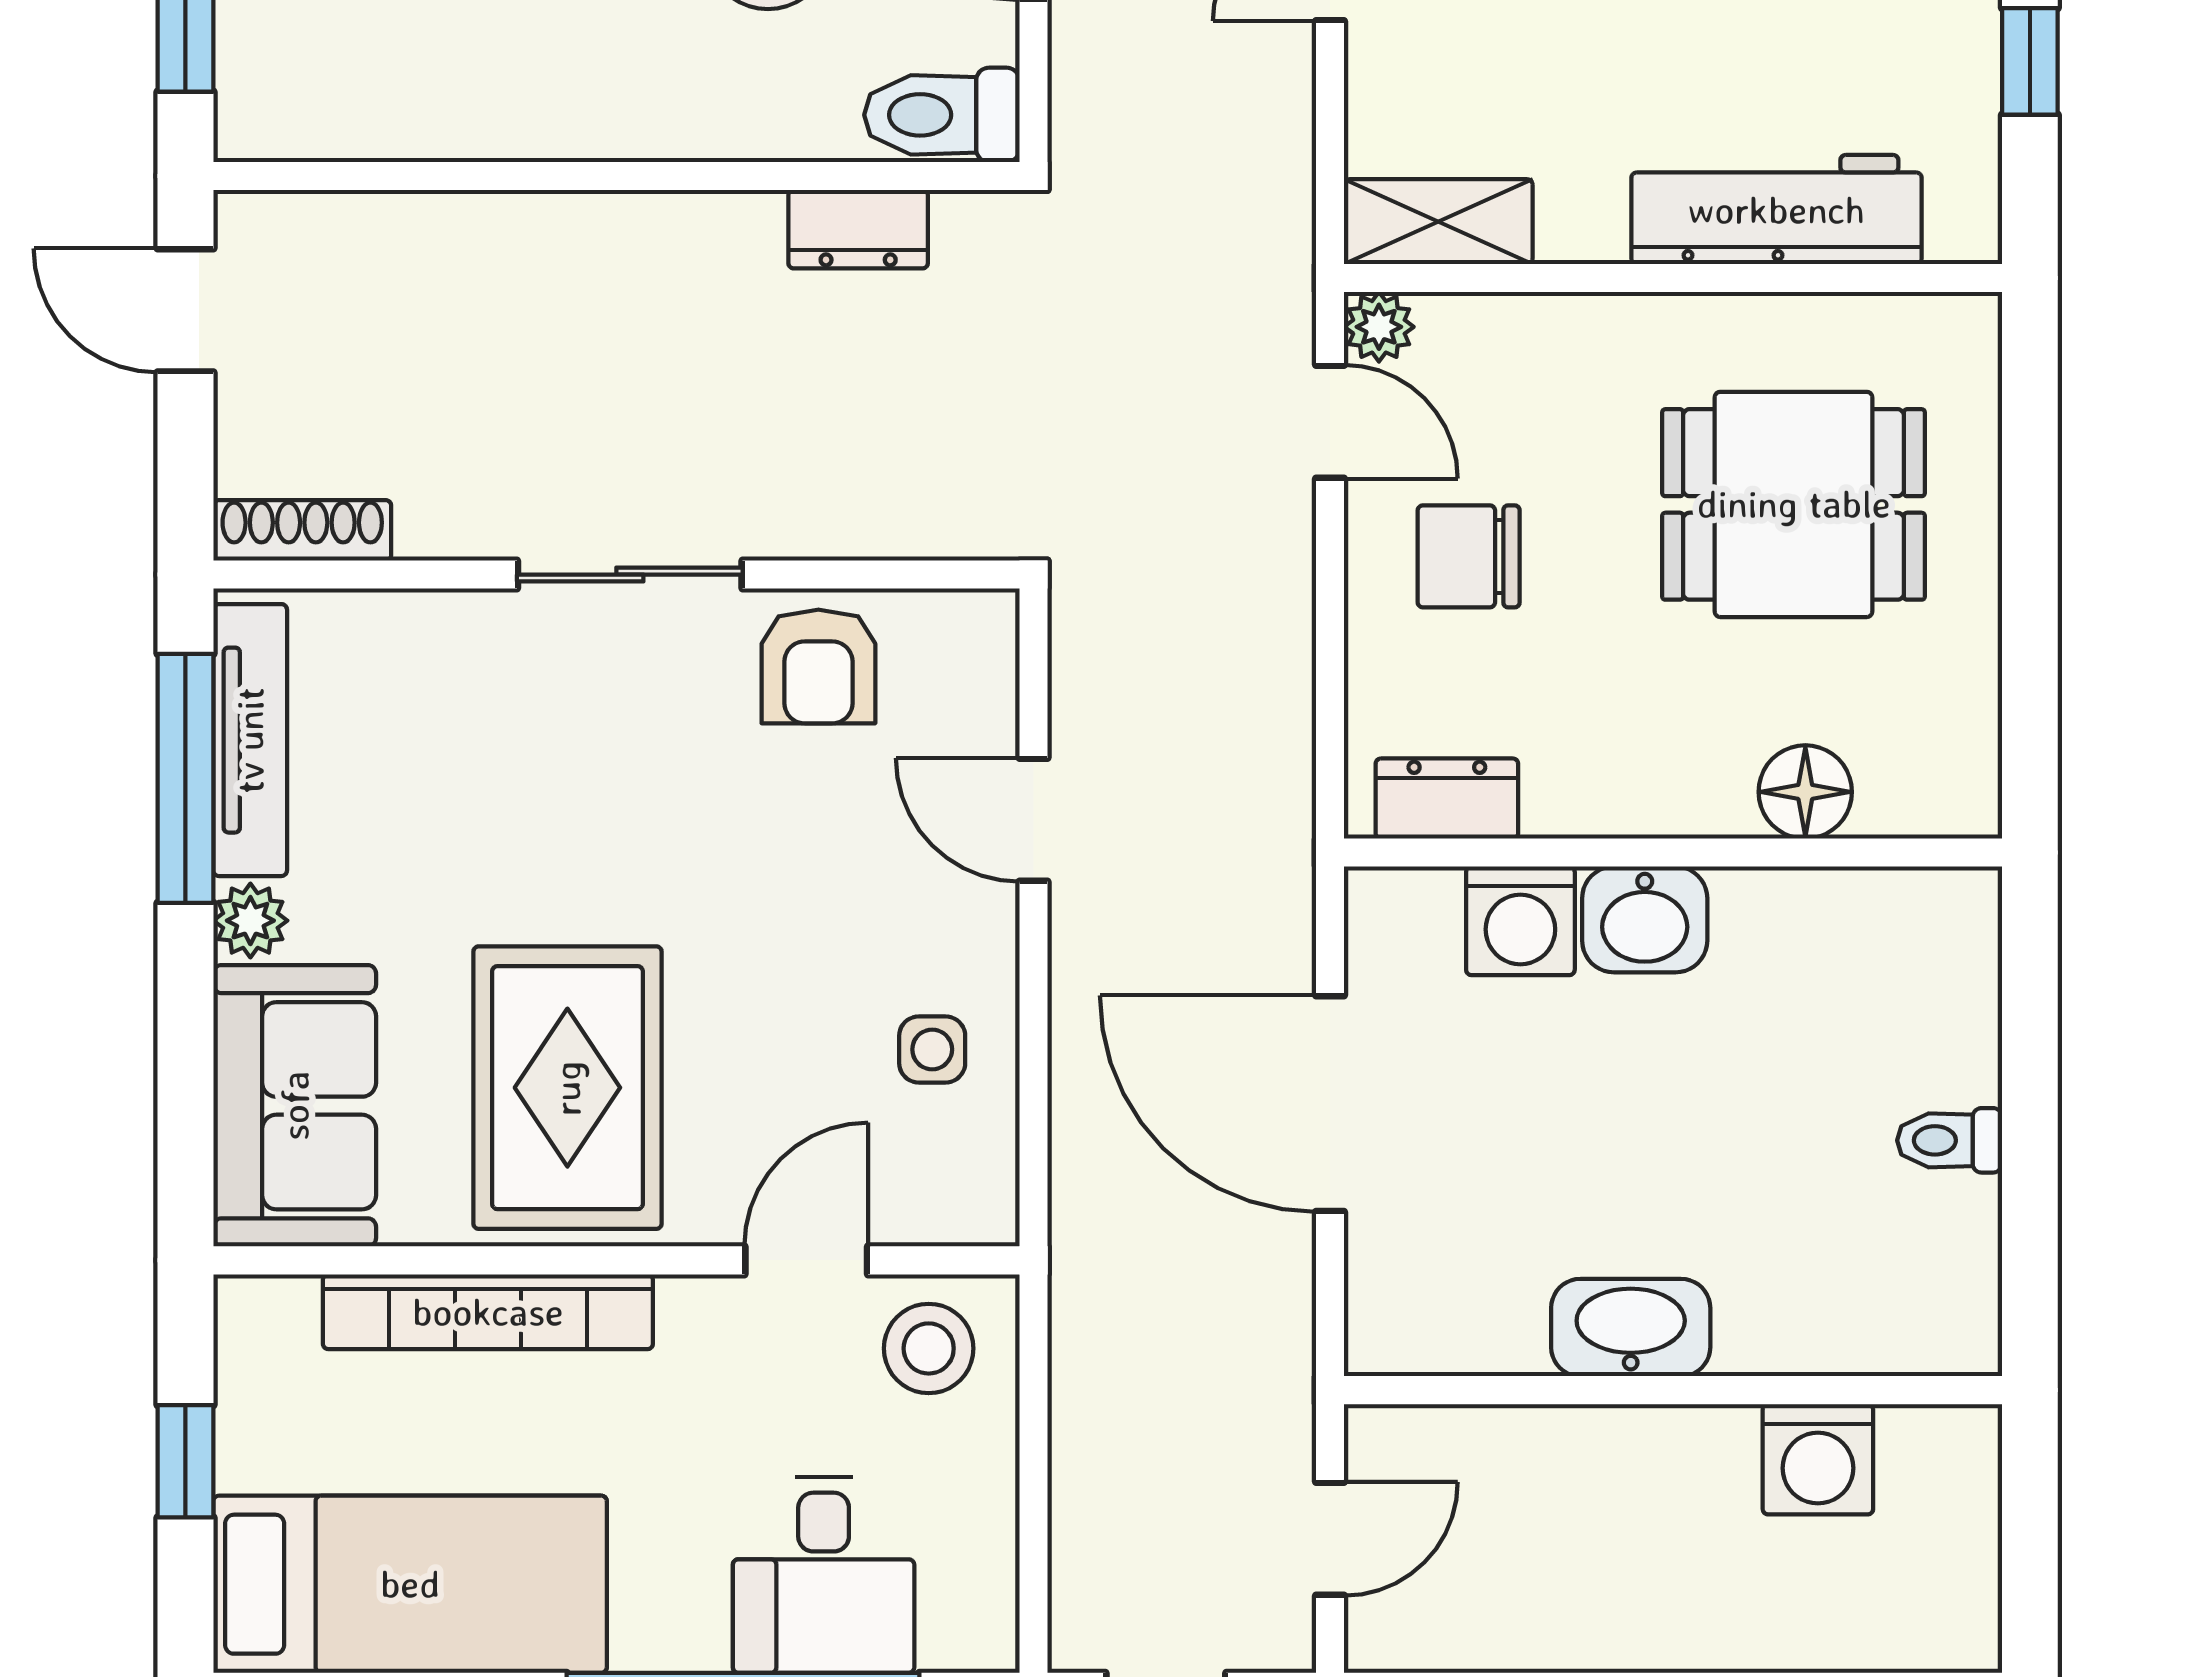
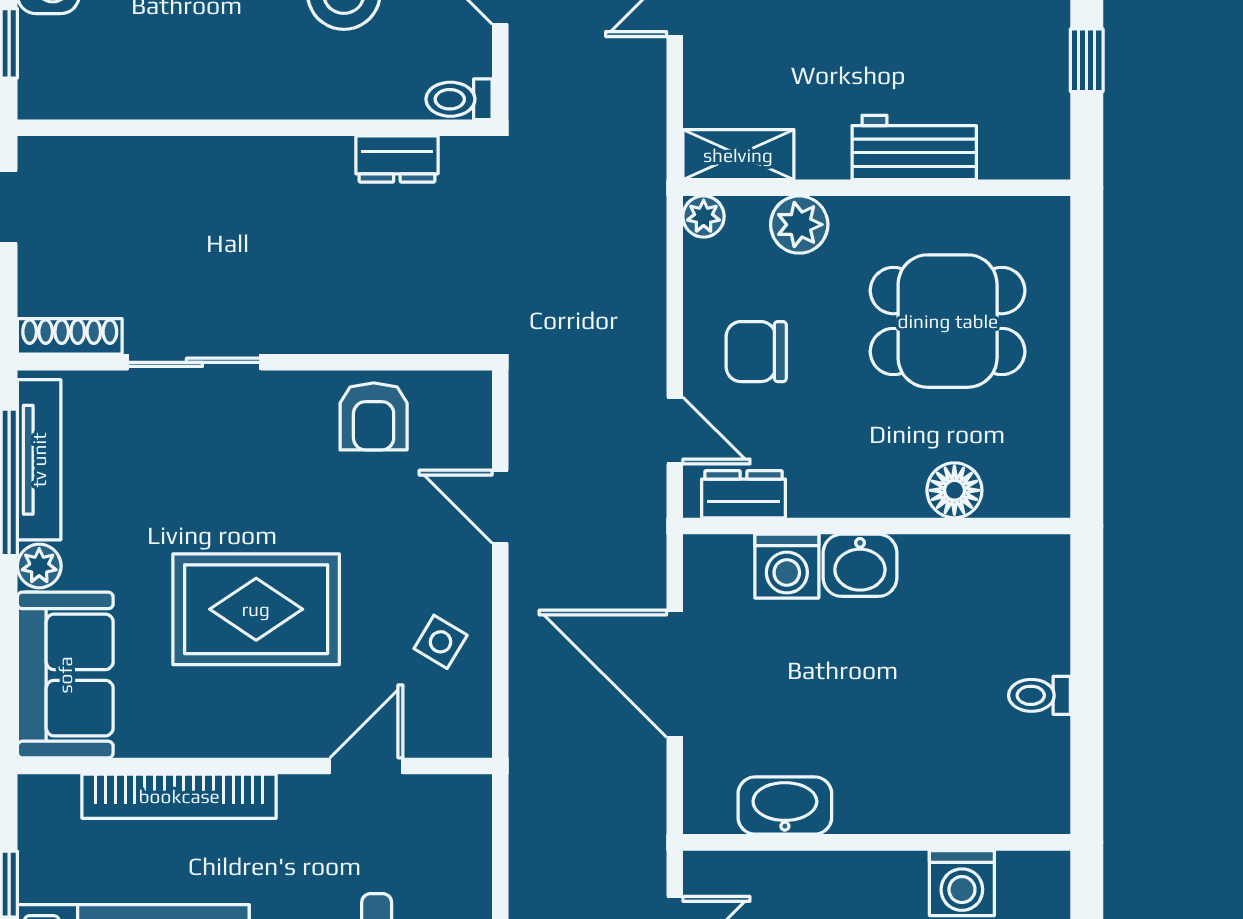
toilet: (942, 115) -> (459, 99), width x0.73, depth x0.72
workbench: (1776, 210) -> (914, 147), width x0.73
plant: (1542, 340) -> (799, 225), added
door: (1330, 422) -> (675, 431), moved
sliding door: (630, 575) -> (194, 362), moved
side table: (932, 1049) -> (441, 642), turned 31
rug: (567, 1088) -> (256, 609), moved, turned 90
washbasin: (1631, 1328) -> (785, 806), moved
stool: (929, 1348) -> (438, 818), removed

